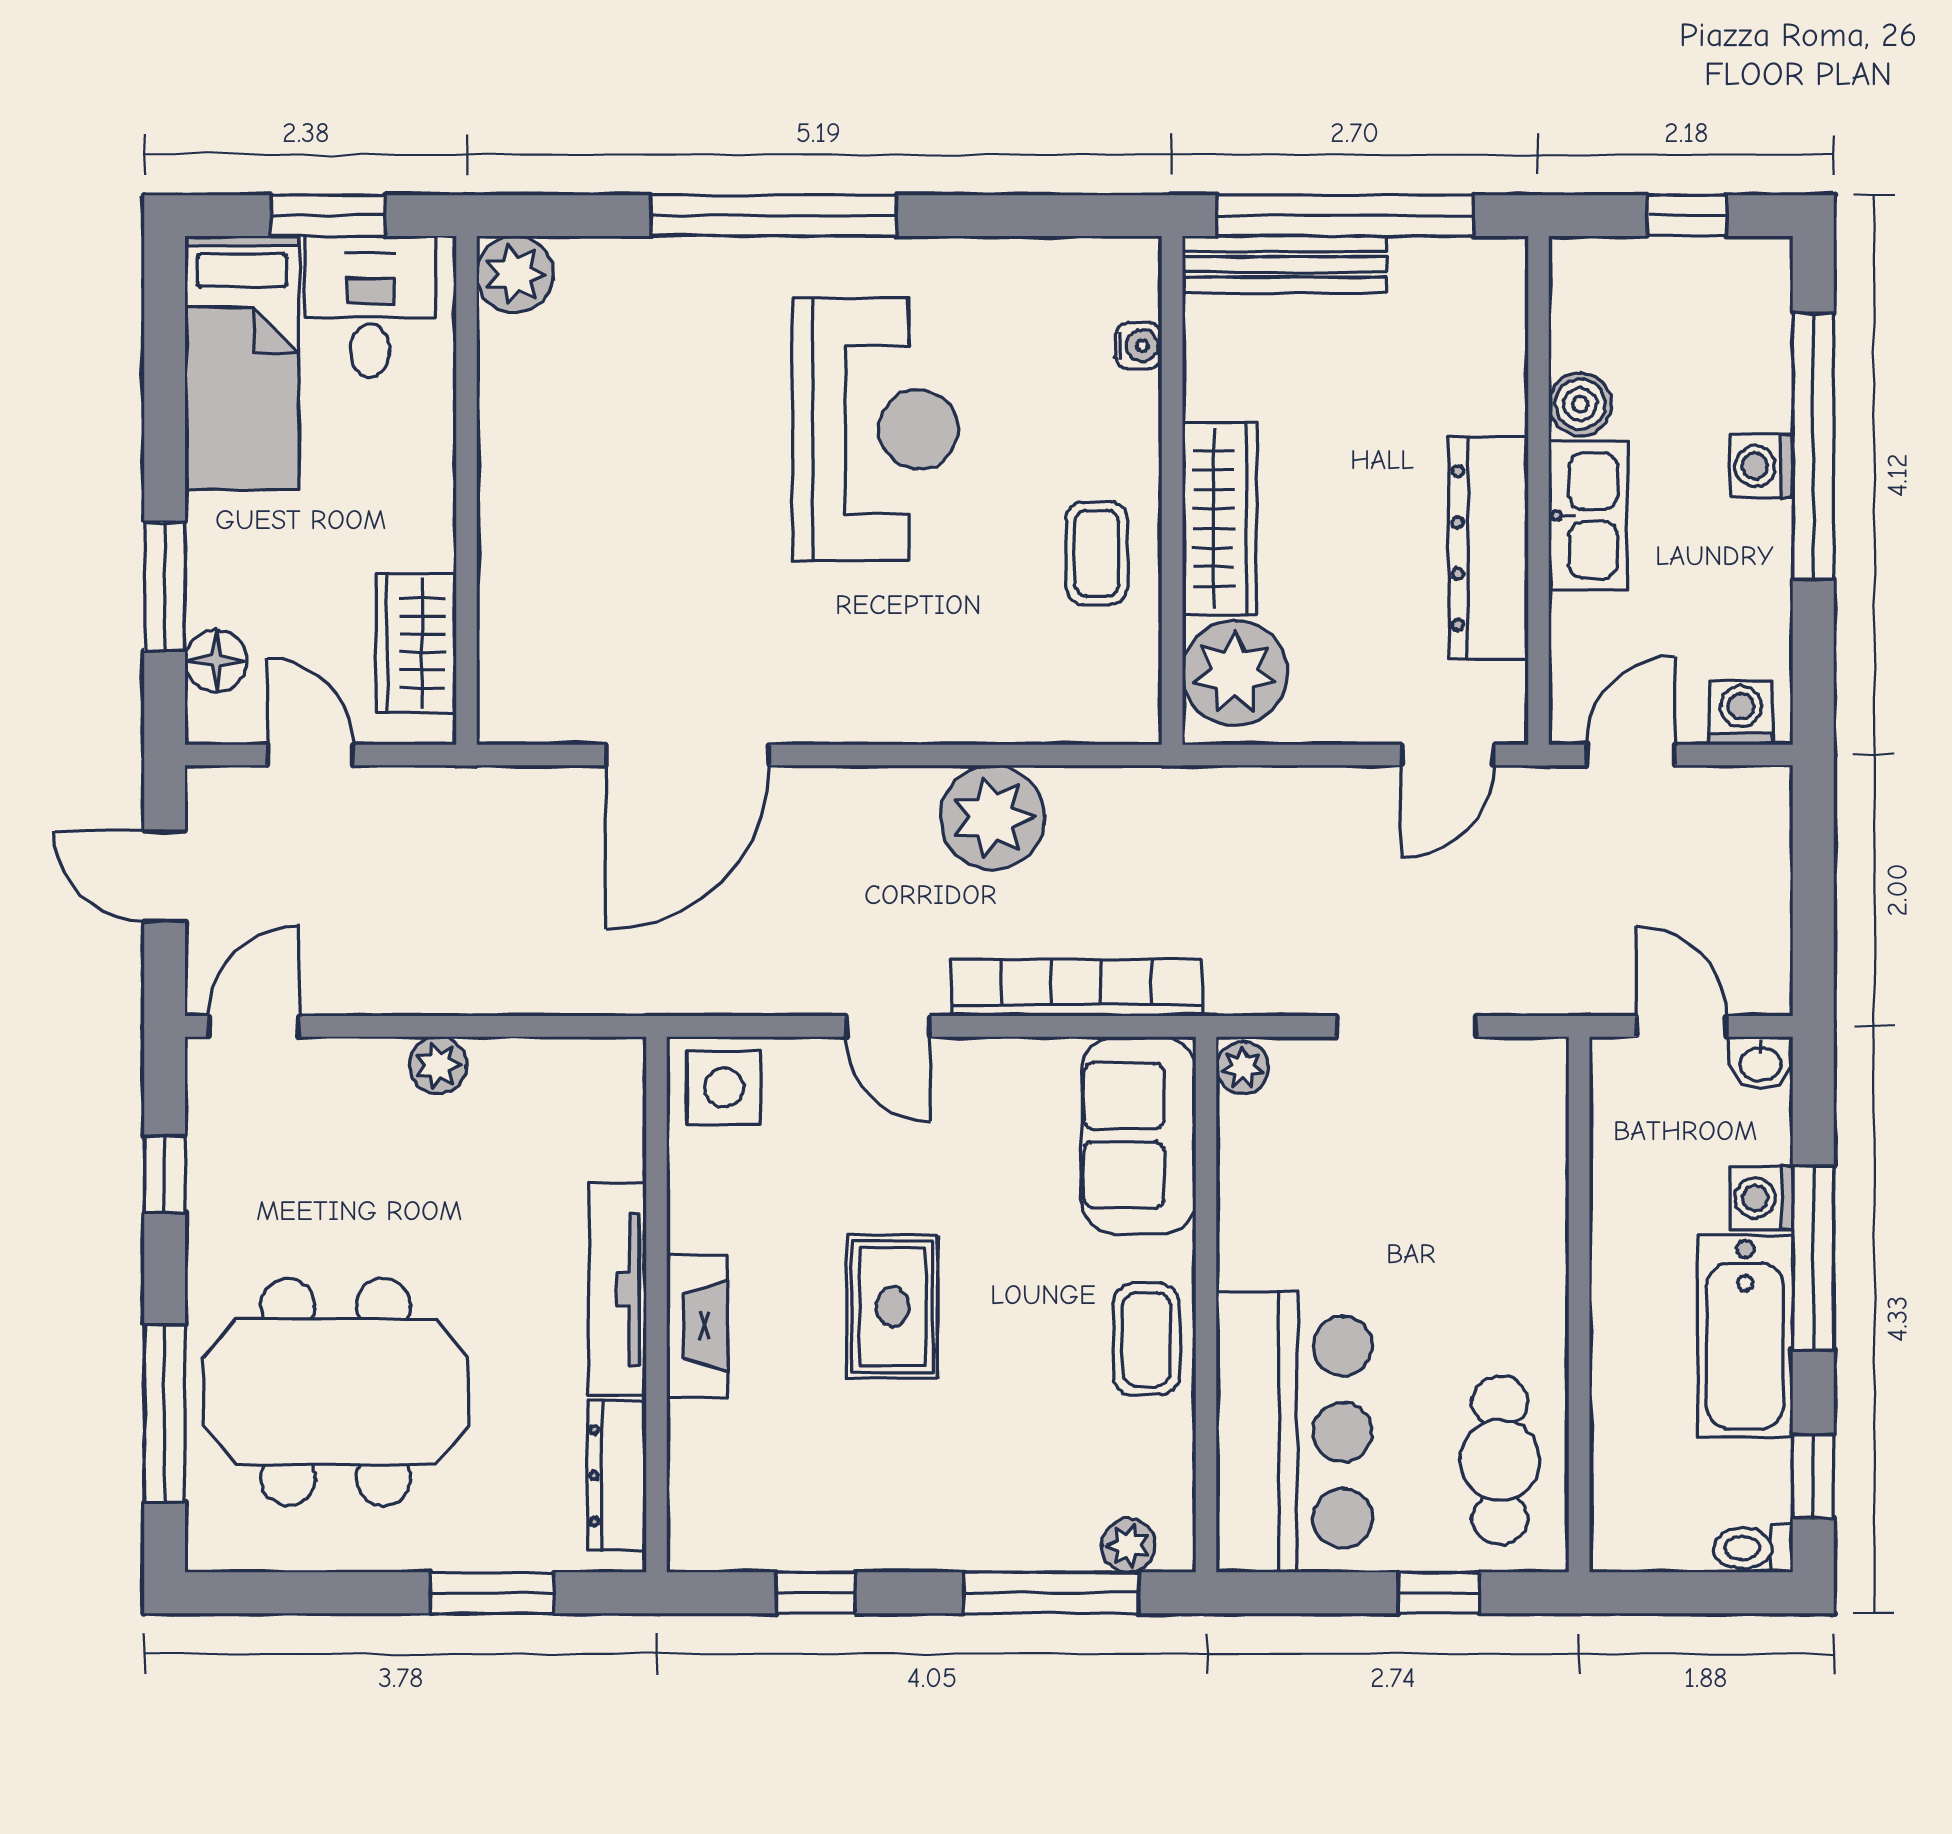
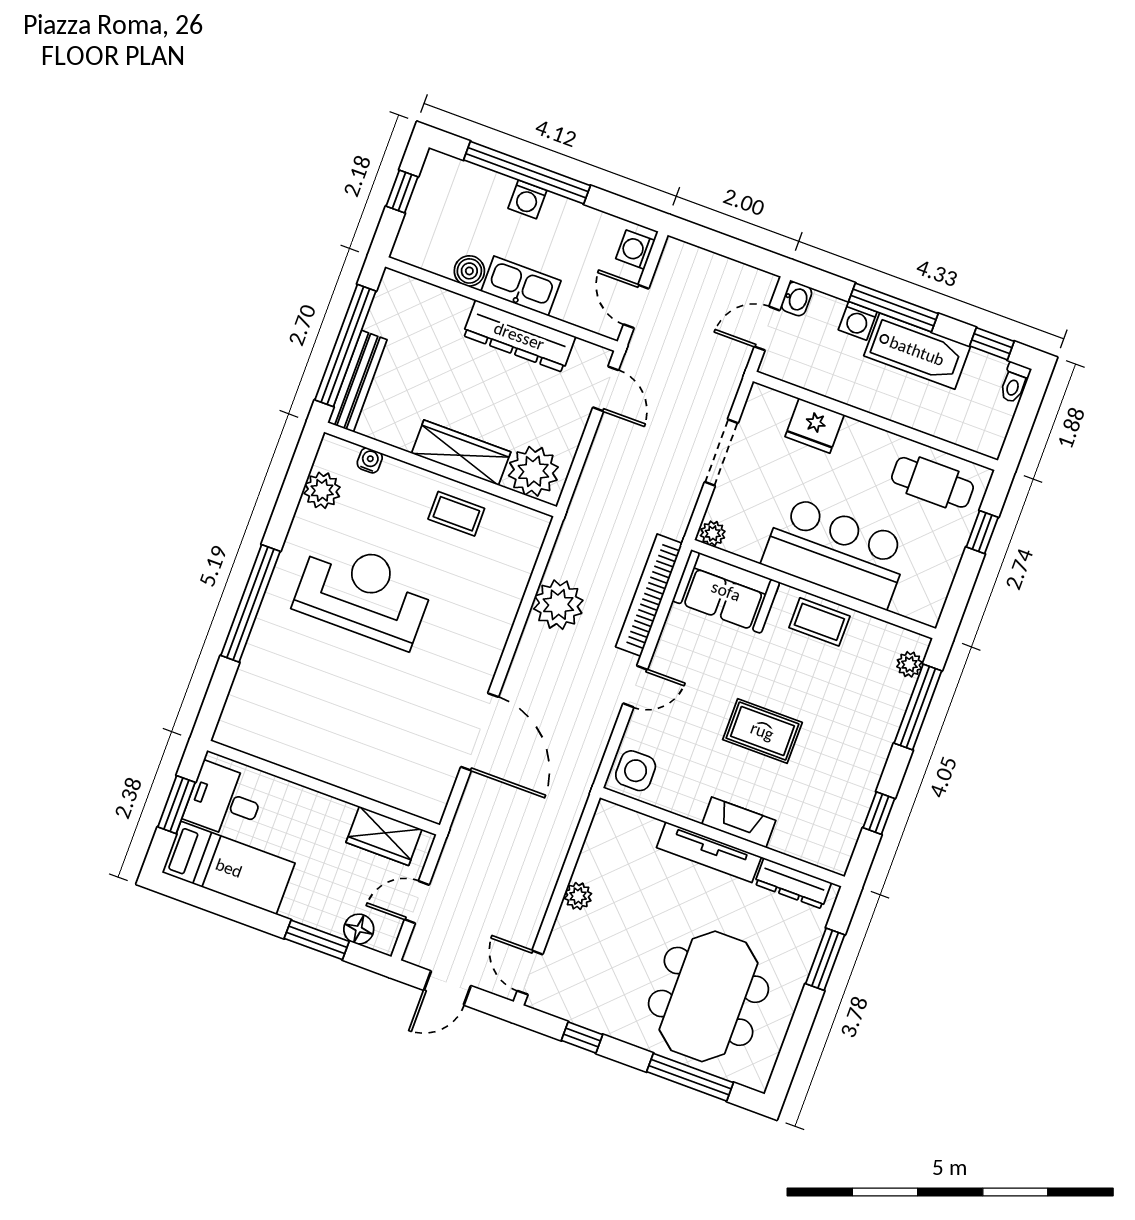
plant: (515, 274) -> (322, 490), moved
fridge: (1526, 1189) -> (815, 426), added
bar counter: (1294, 1432) -> (836, 552), moved

